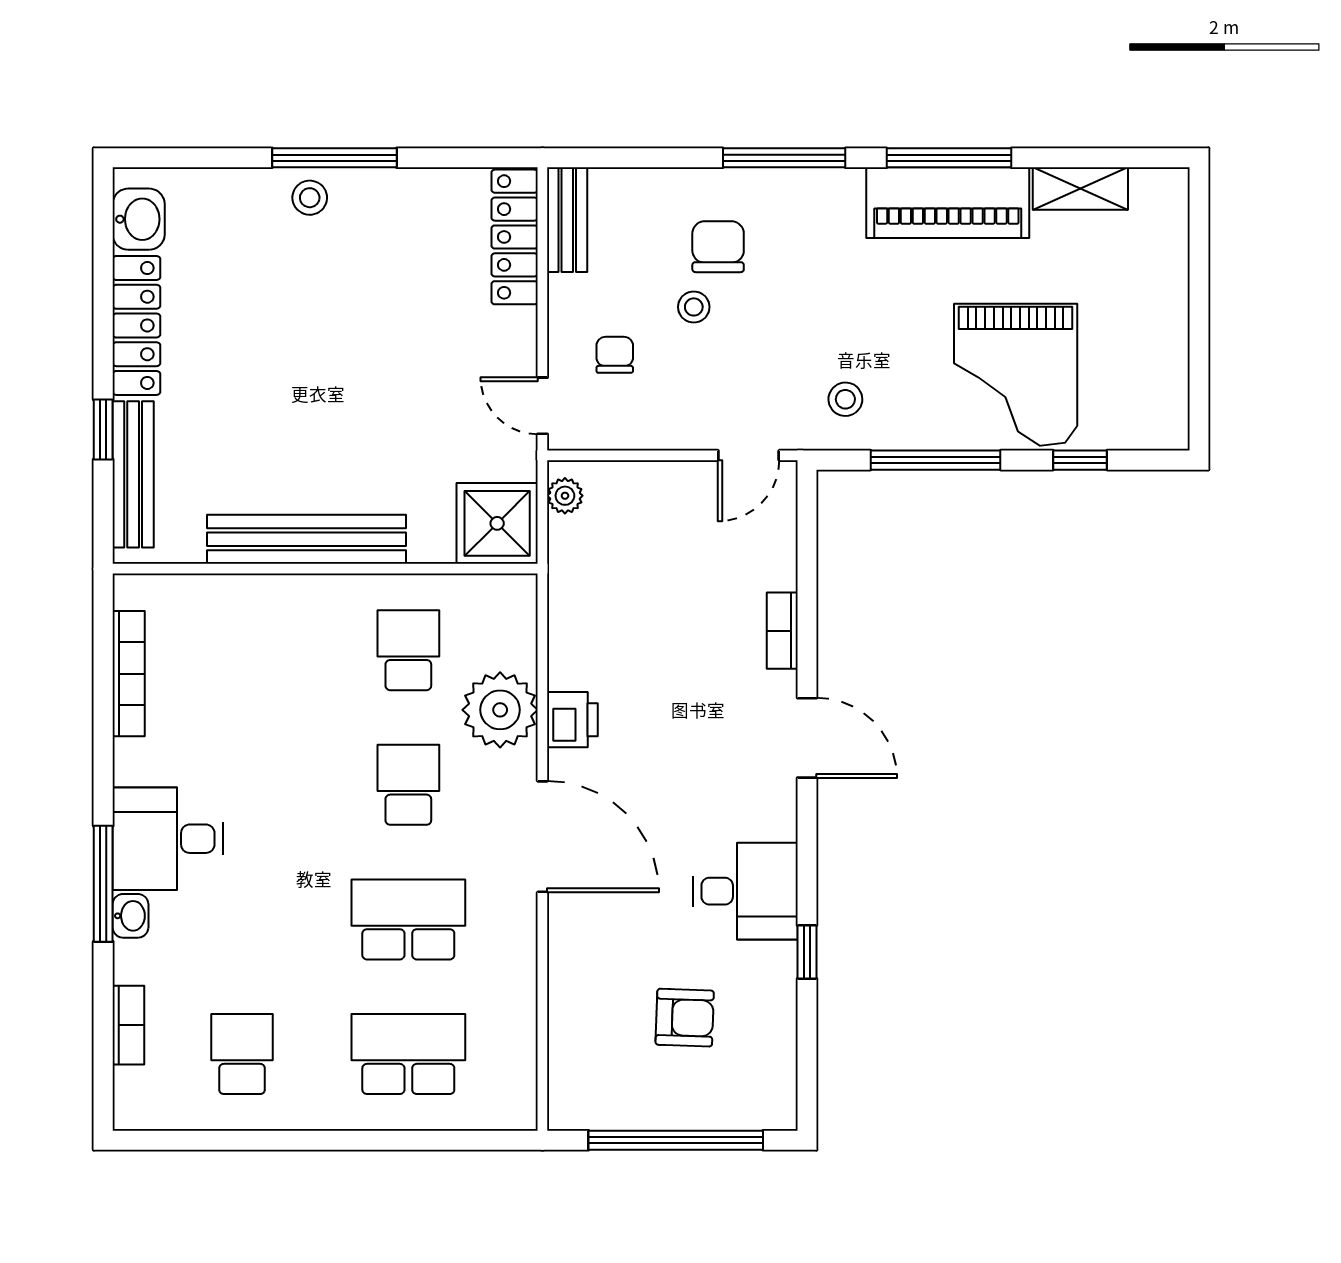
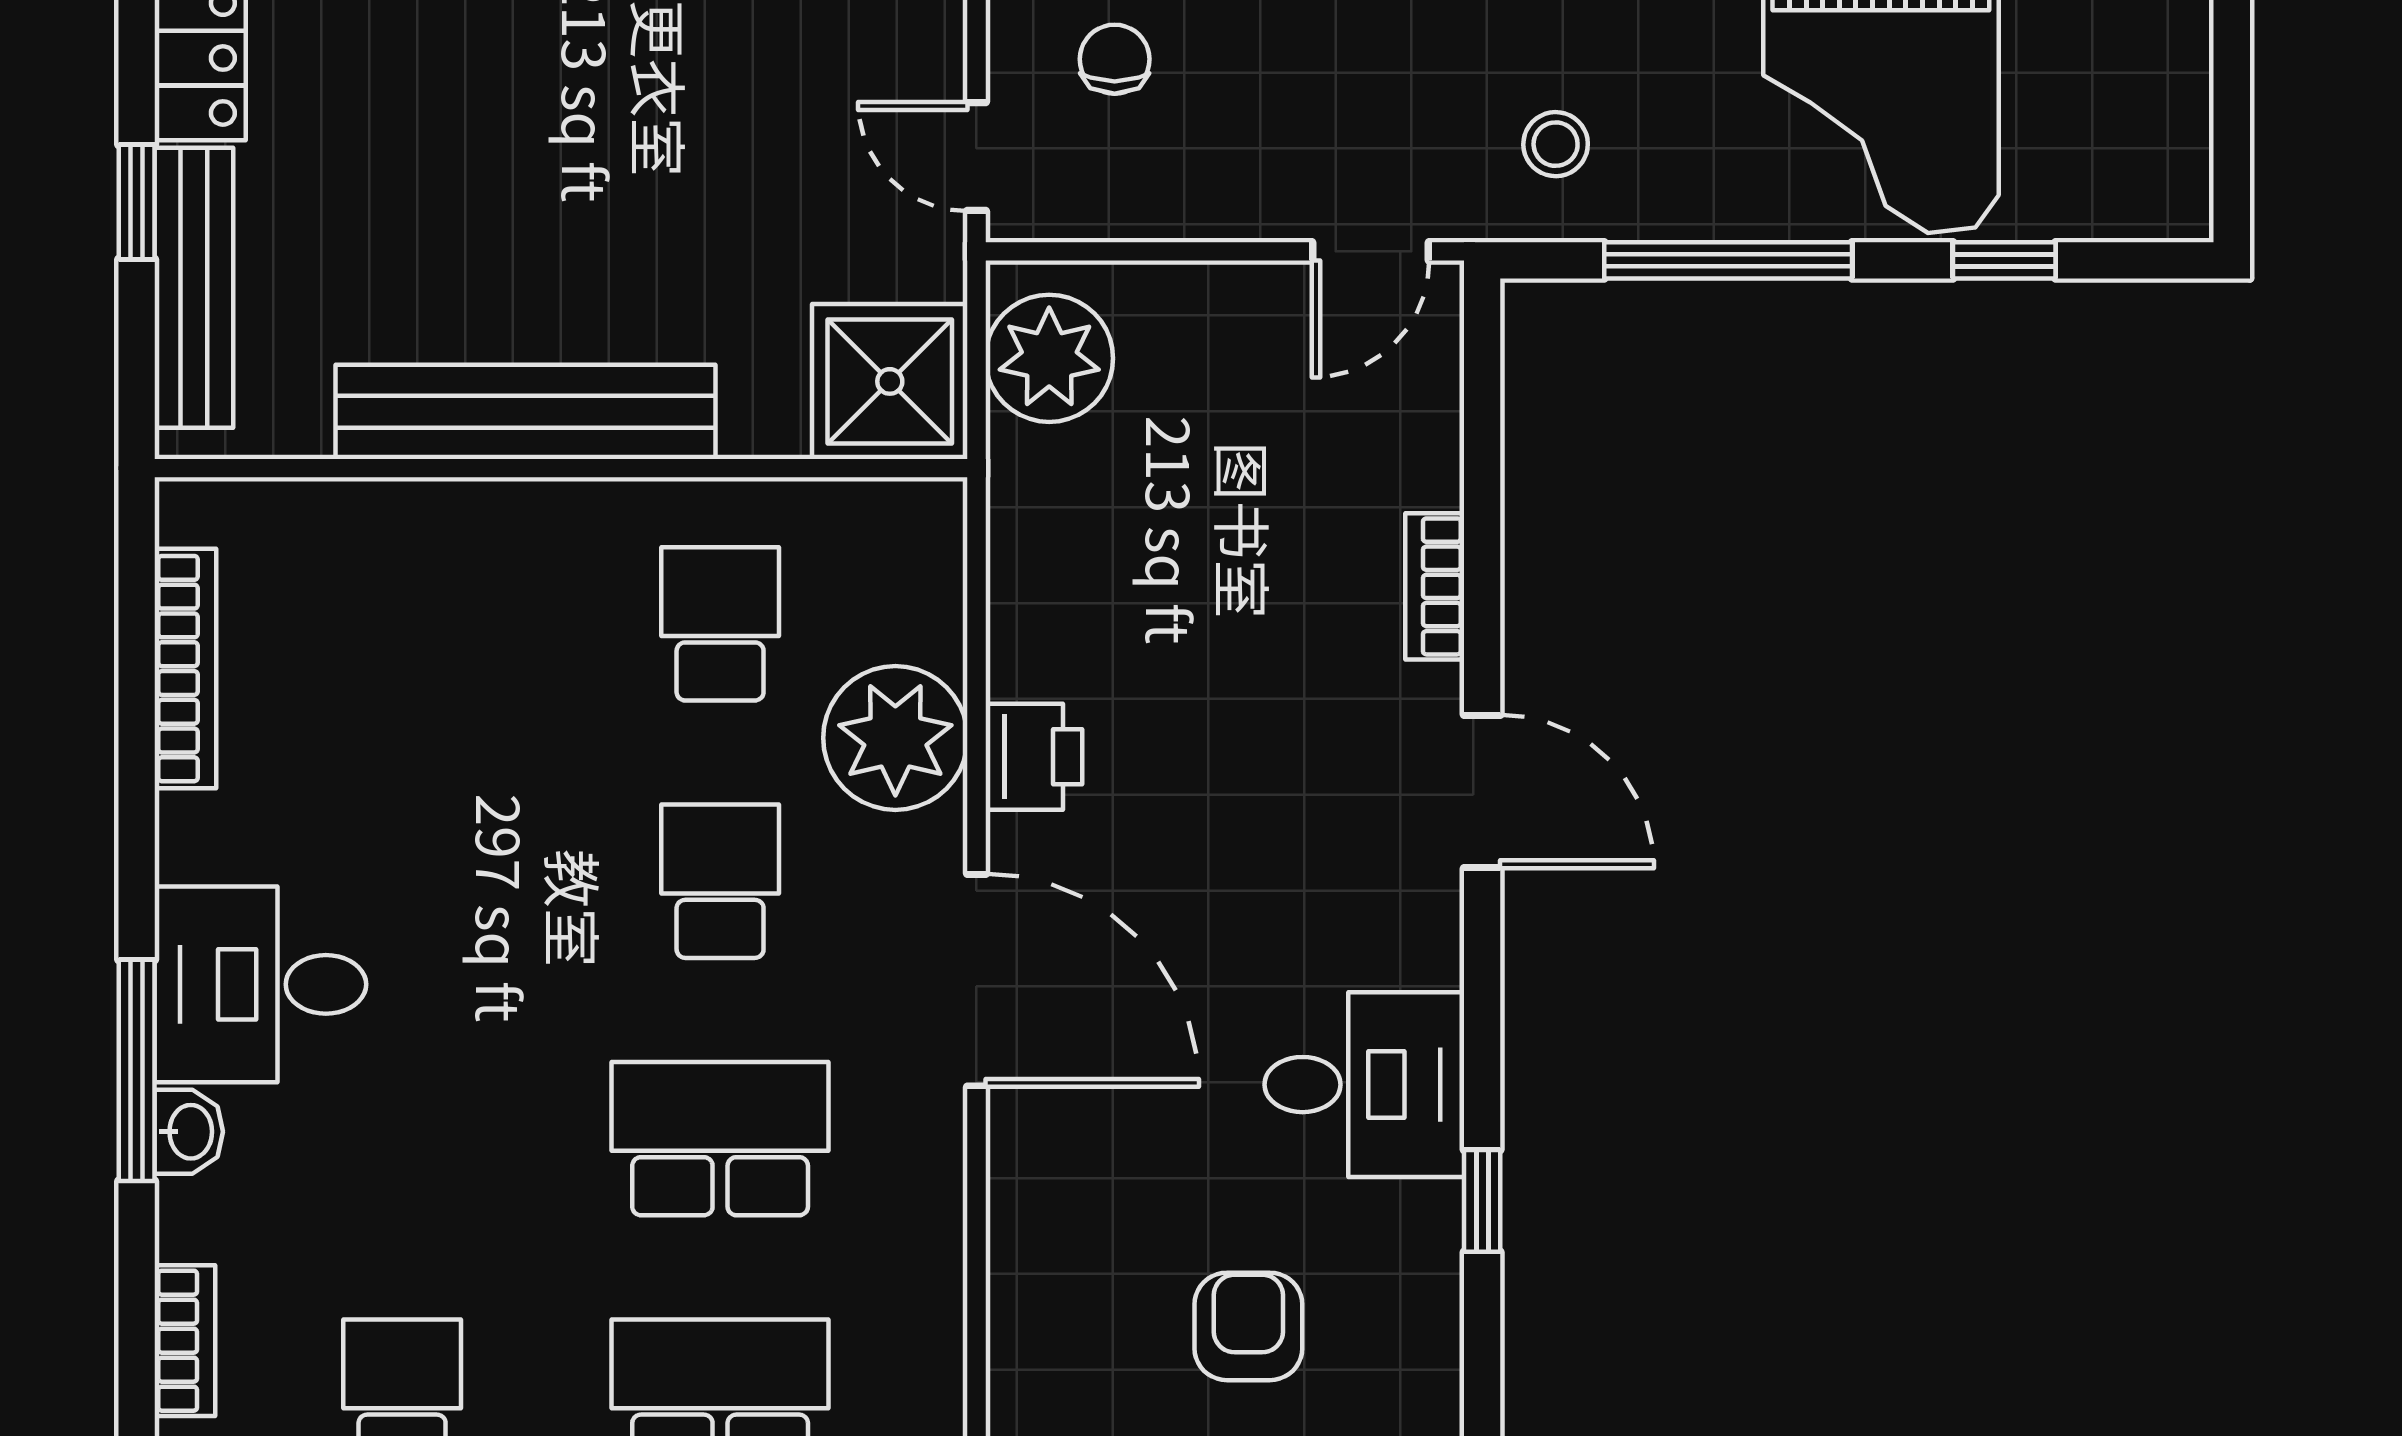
plant: (565, 496) -> (1049, 358), width x1.88, depth x1.88
armchair: (685, 1018) -> (1248, 1326), turned -92

